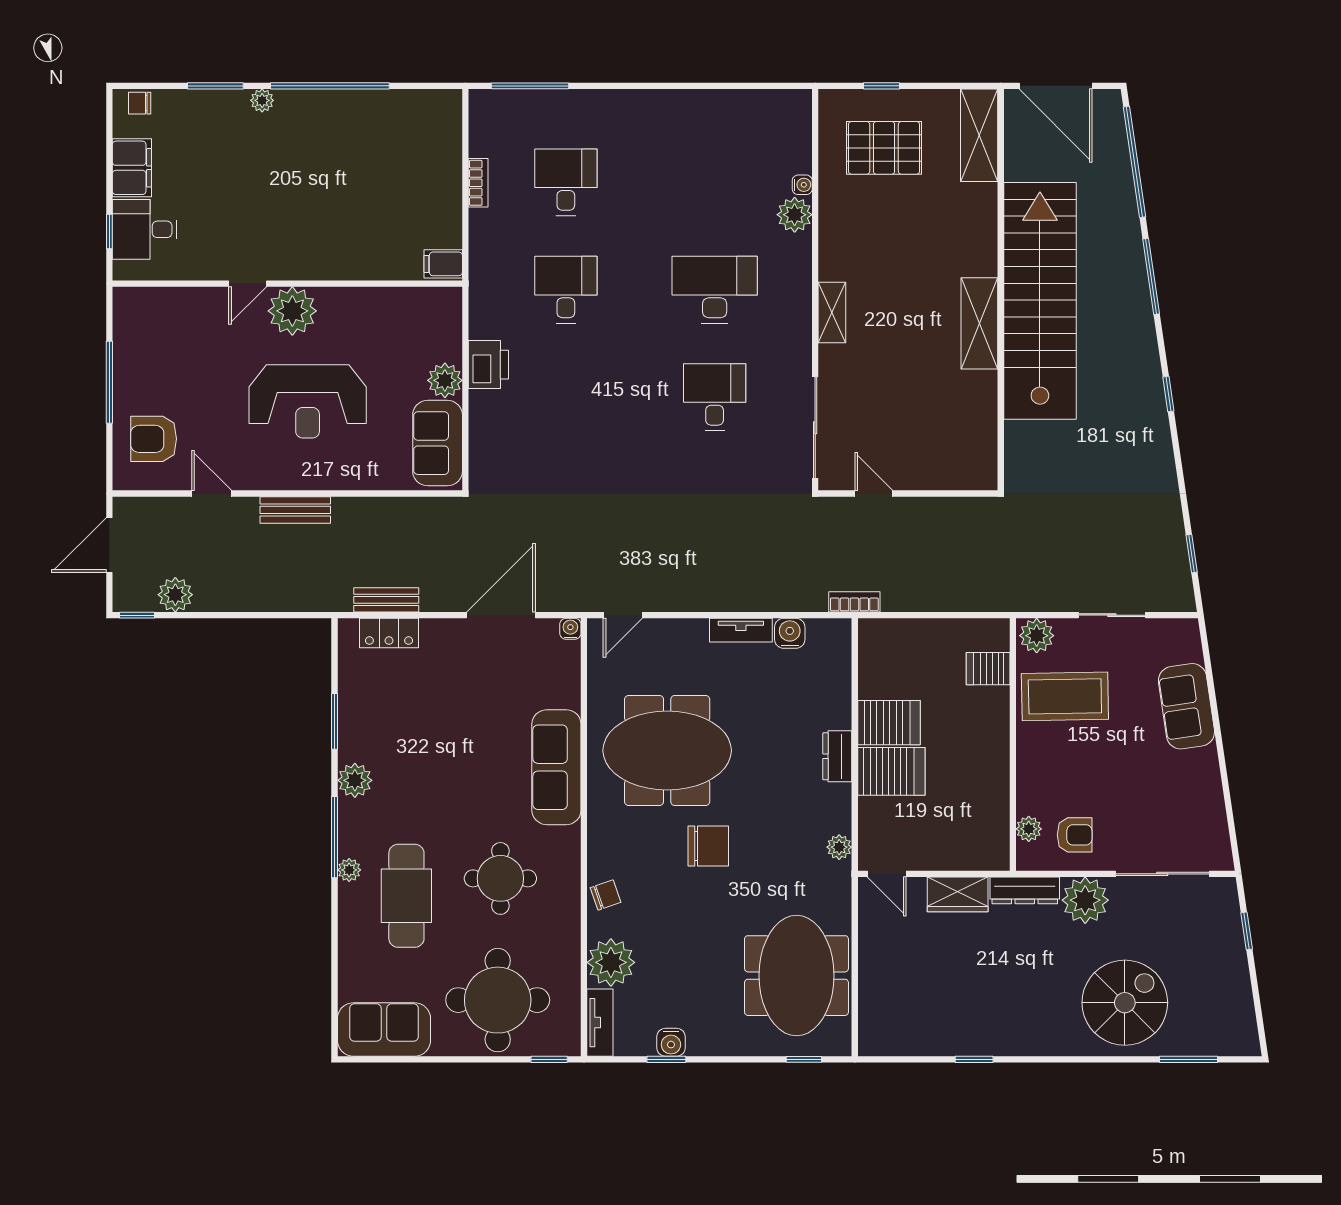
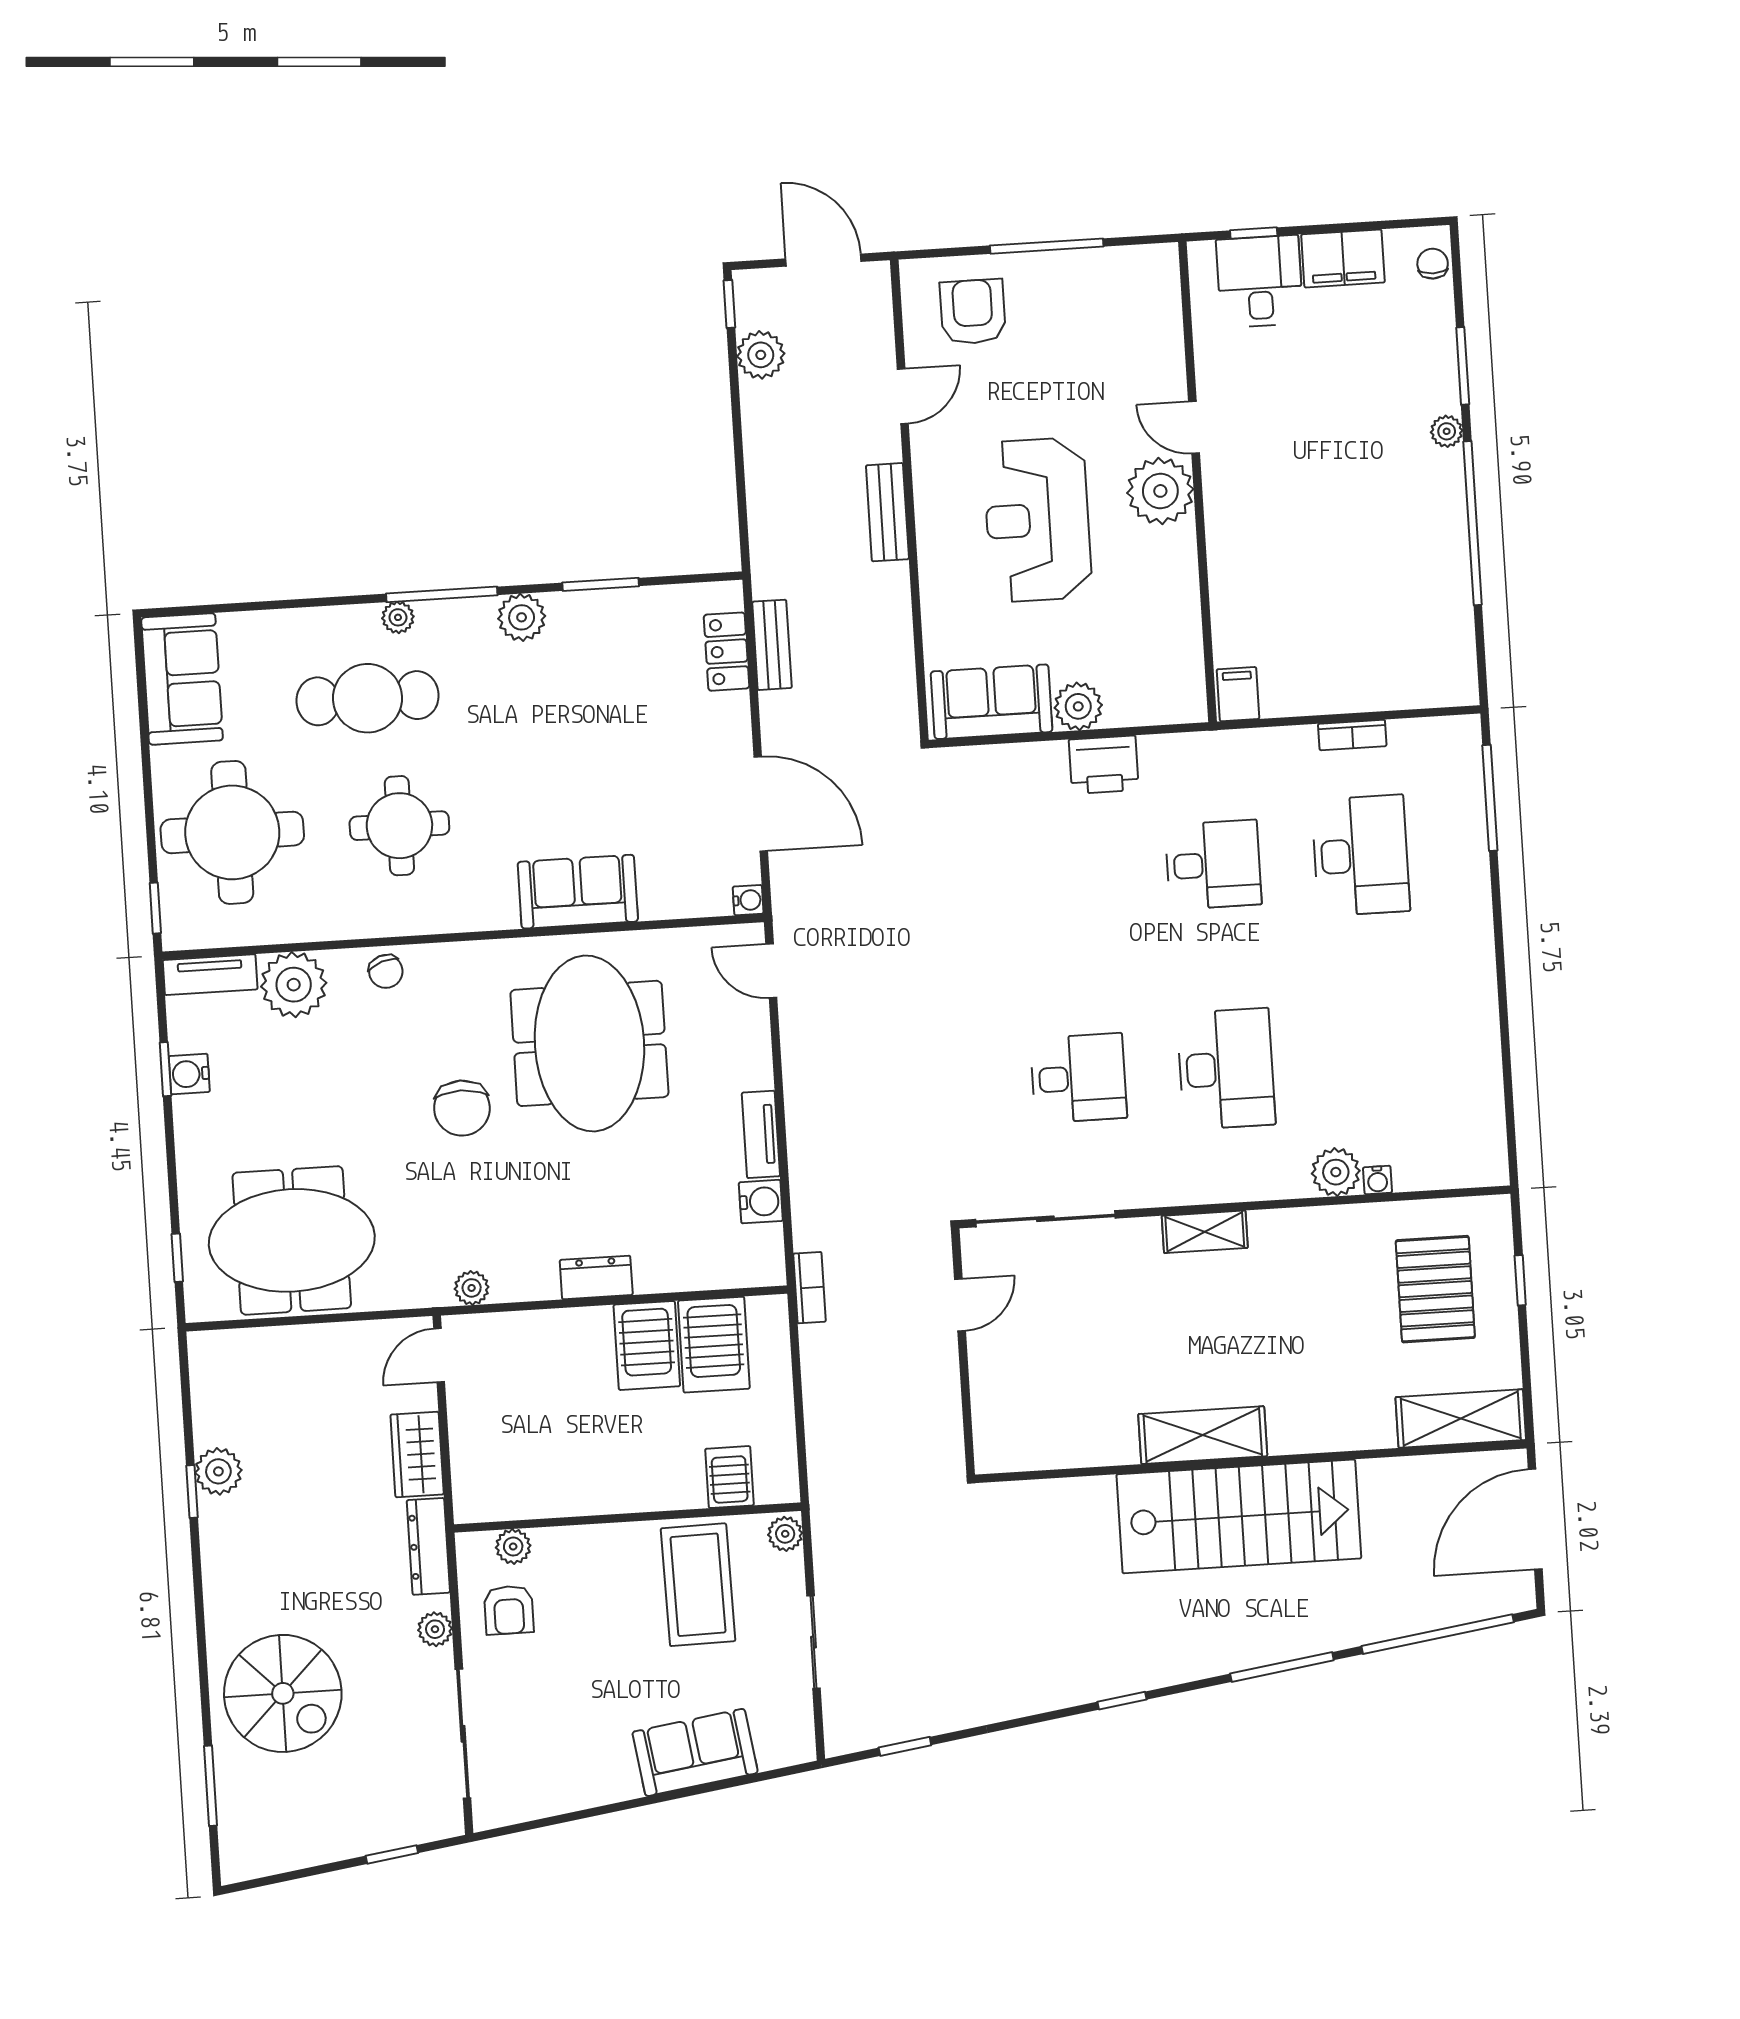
desk: (566, 182) -> (1361, 855), width x1.37
stairs: (1040, 301) -> (1239, 1516), width x0.73
plant: (1037, 636) -> (785, 1534), width x0.73, depth x0.73
sofa: (556, 767) -> (578, 892), width x0.73
server rack: (891, 771) -> (714, 1345), moved
plant: (1085, 900) -> (435, 1629), width x0.53, depth x0.53
plant: (961, 1039) -> (218, 1471), added

